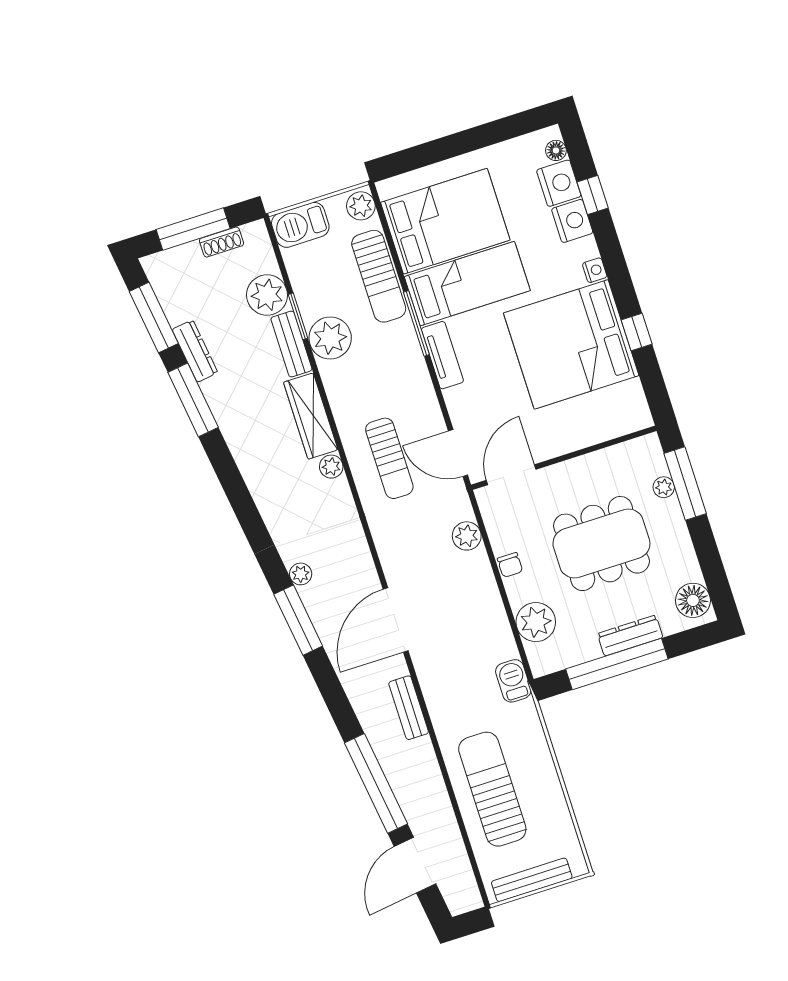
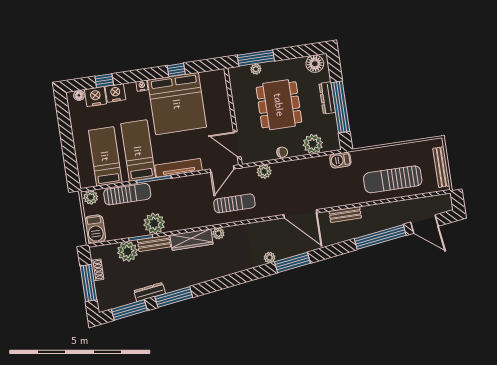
bed: (445, 221) -> (105, 156), width x0.67
tv unit: (442, 355) -> (178, 168), width x1.41
sun lounger: (389, 458) -> (234, 203), moved

